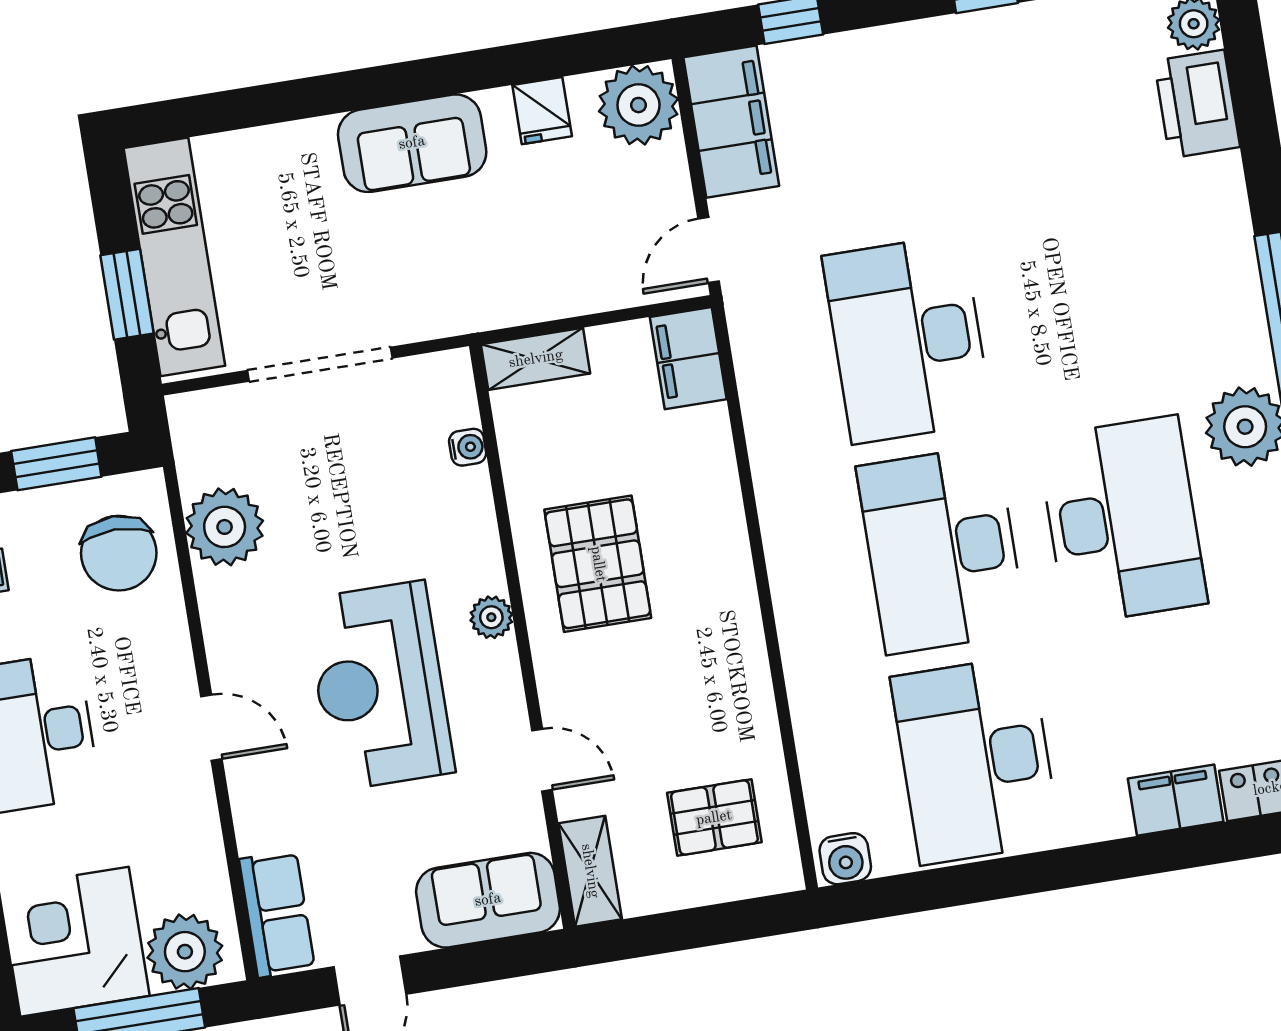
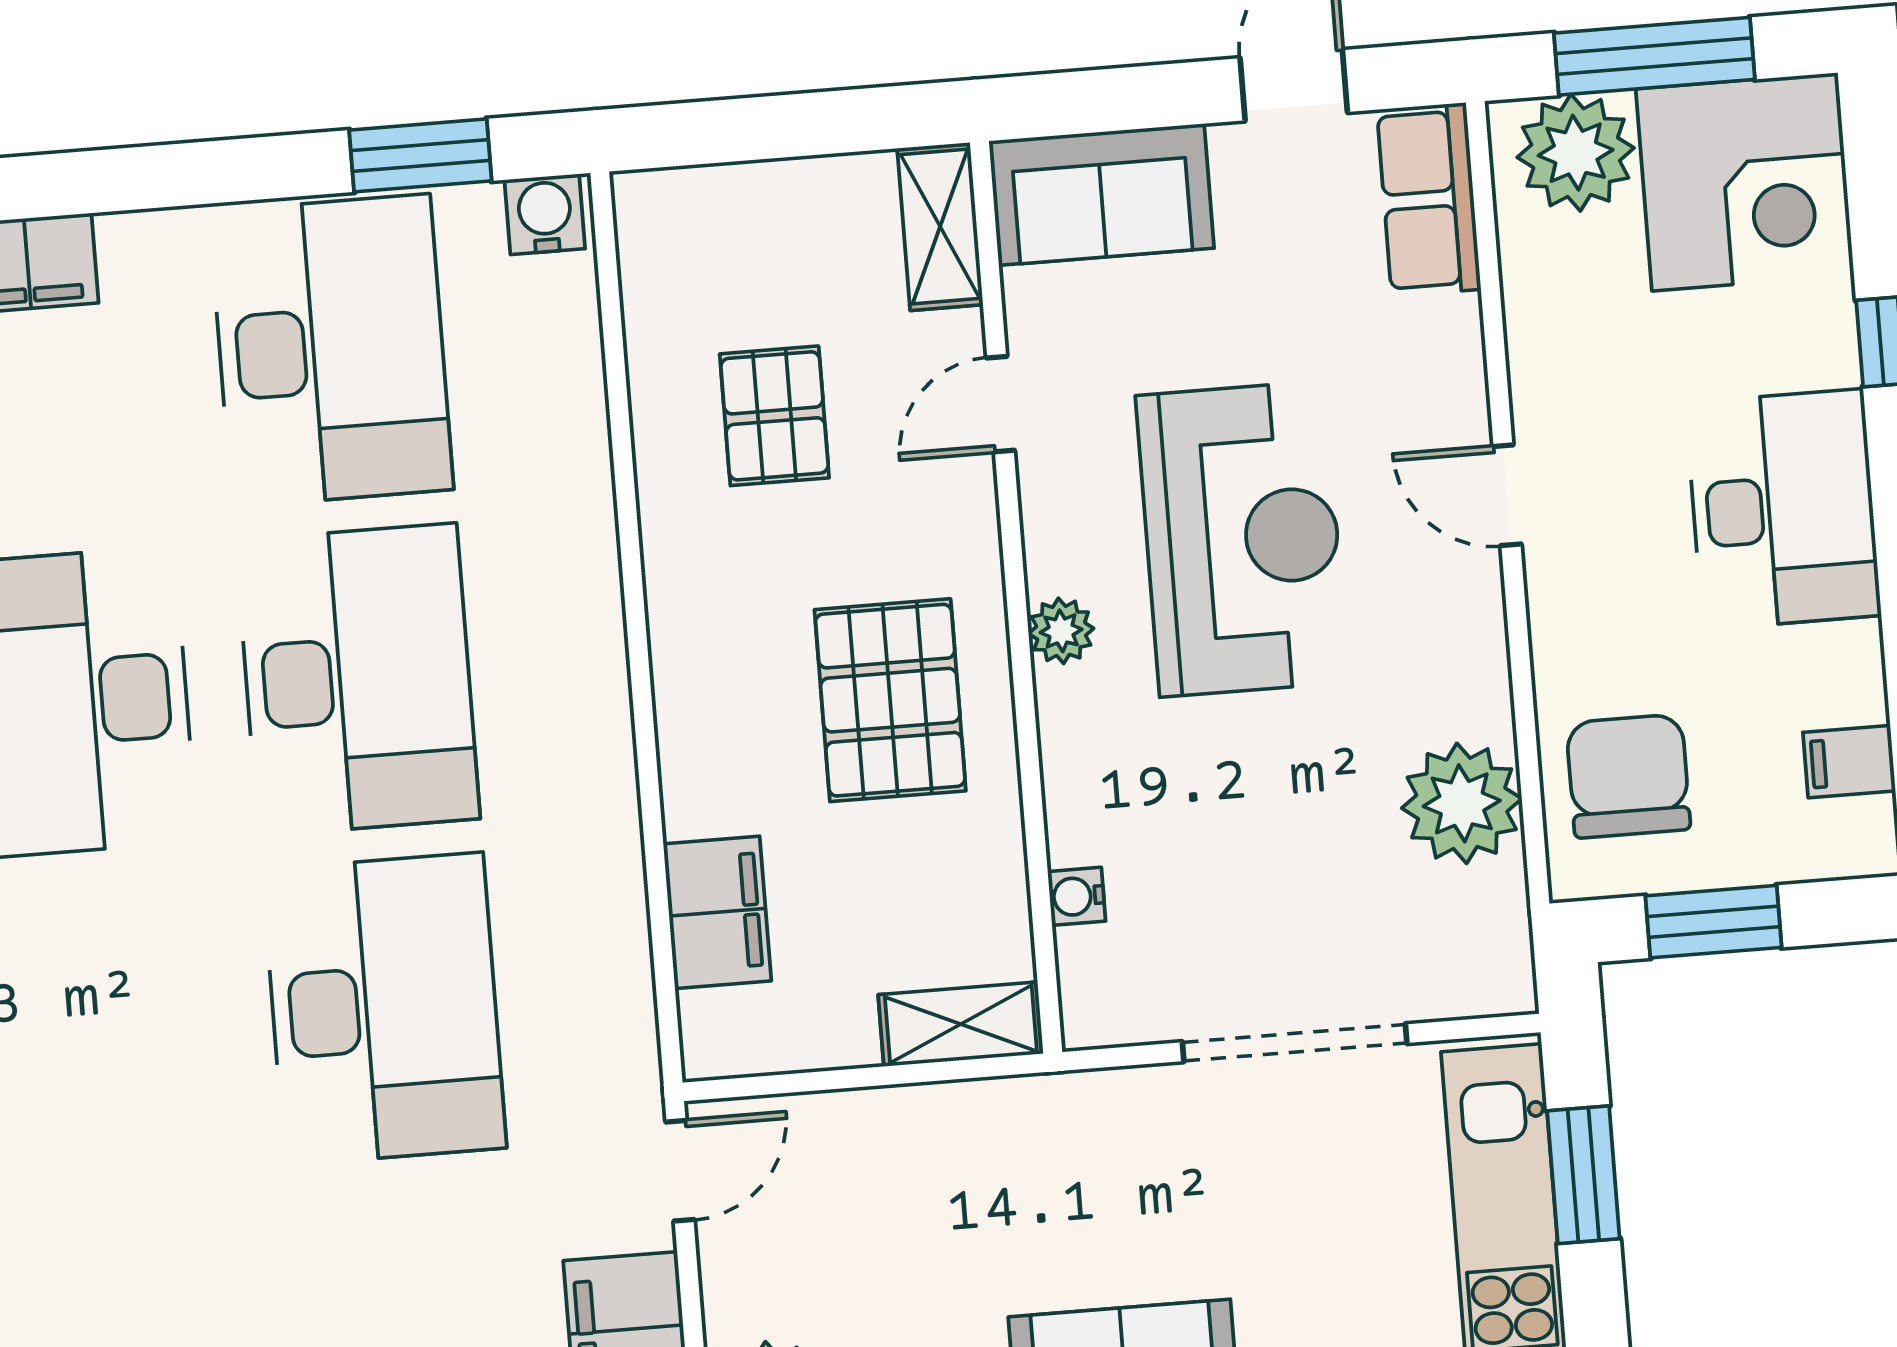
filing cabinet: (688, 358) -> (717, 912), moved
door: (542, 760) -> (1001, 404), hinge flipped
pallet: (714, 818) -> (774, 416), moved, turned 90
window: (928, 890) -> (420, 155), added

